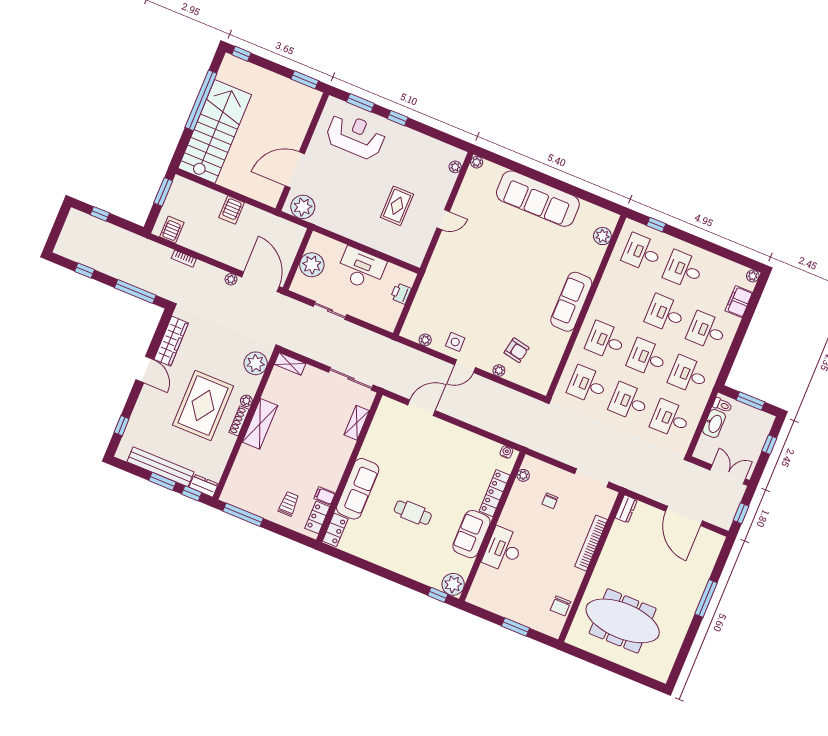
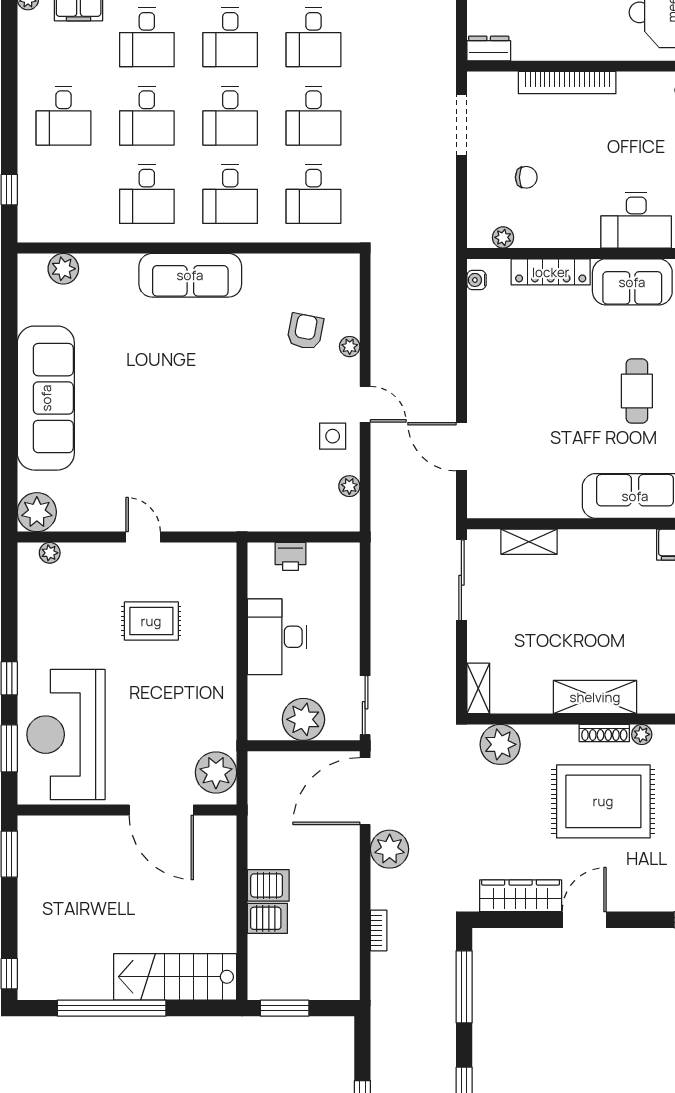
stairs: (215, 131) -> (175, 977), width x0.73, depth x0.66
reception desk: (356, 136) -> (66, 735), width x1.36, depth x1.30
plant: (477, 162) -> (37, 512), width x1.88, depth x1.88
server rack: (172, 230) -> (267, 918), moved, turned 180
desk: (642, 252) -> (147, 194), moved
plant: (231, 279) -> (390, 849), width x1.88, depth x1.88
sliding door: (330, 310) -> (365, 705), moved
plant: (246, 401) -> (642, 734), moved

